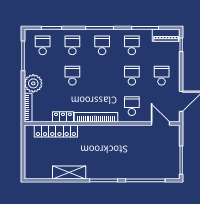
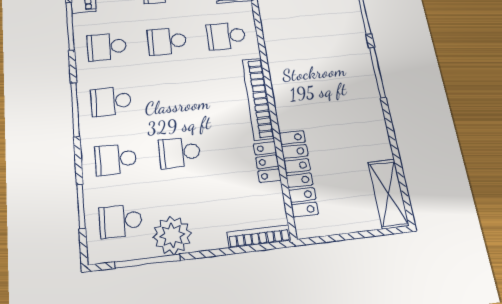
plant: (33, 83) -> (172, 235), moved
shelving: (69, 172) -> (388, 194), moved

